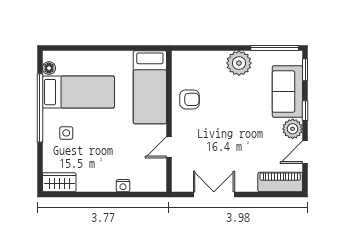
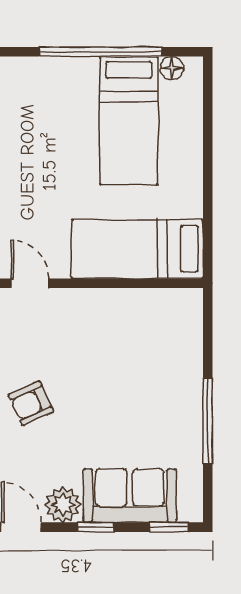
window: (275, 48) -> (208, 421), moved
plant: (239, 63) -> (181, 409), removed
armchair: (190, 99) -> (31, 403), moved, turned 66
side table: (66, 133) -> (55, 99), removed

